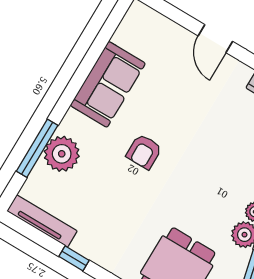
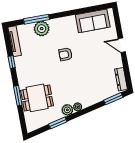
door: (215, 39) -> (122, 45), hinge flipped
sofa: (108, 84) -> (93, 21), moved

